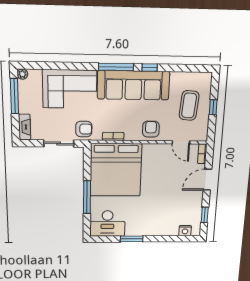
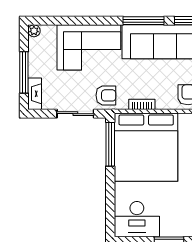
window: (14, 96) -> (24, 72), moved
window: (87, 197) -> (110, 144), moved

